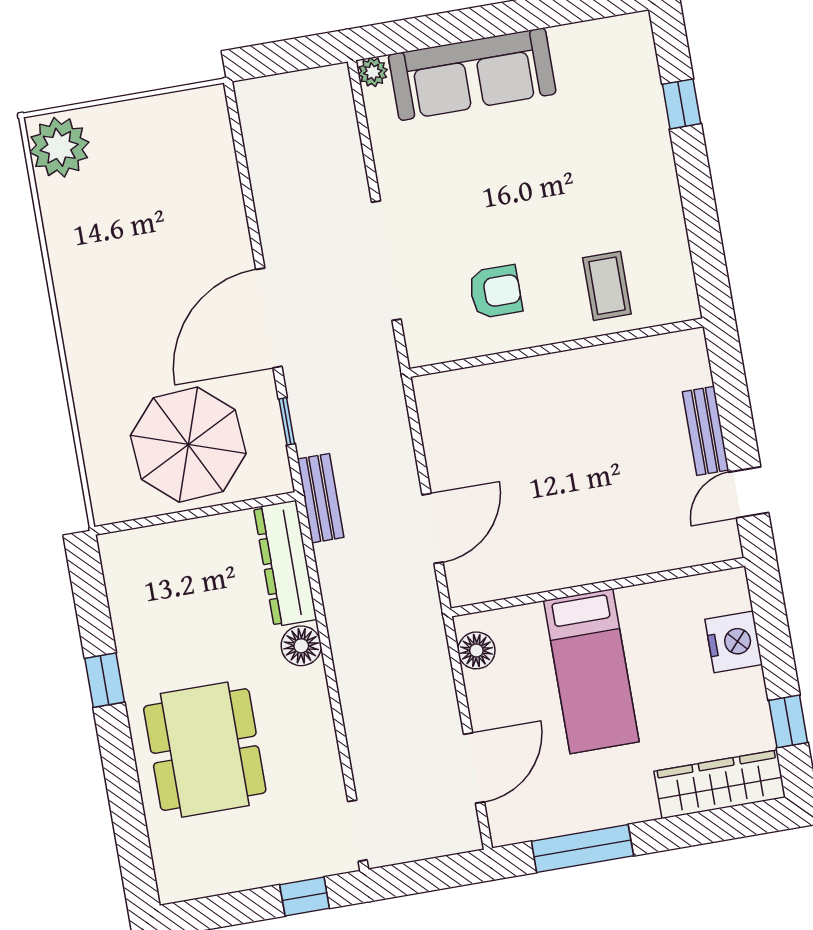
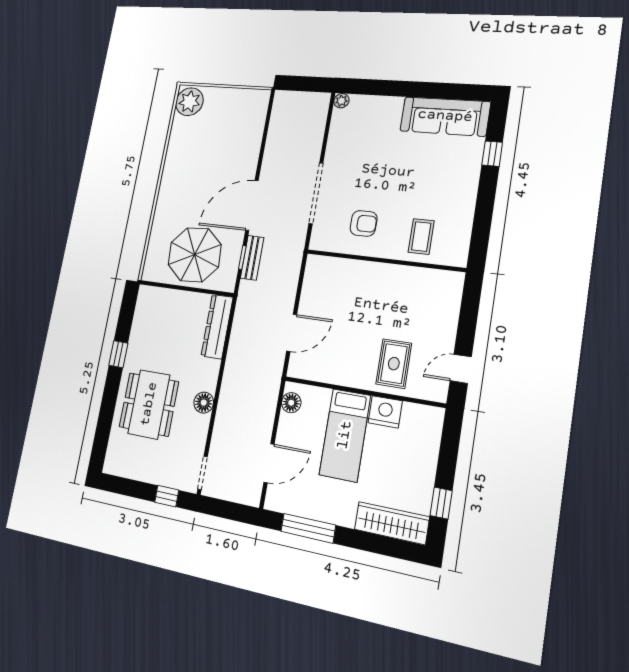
sofa: (472, 74) -> (445, 116), moved
bench: (706, 431) -> (448, 328), removed
bench: (321, 498) -> (252, 258), moved
rug: (634, 521) -> (394, 364), added
nightstand: (734, 642) -> (385, 412), moved, turned -90
floor lamp: (301, 646) -> (204, 403), moved

